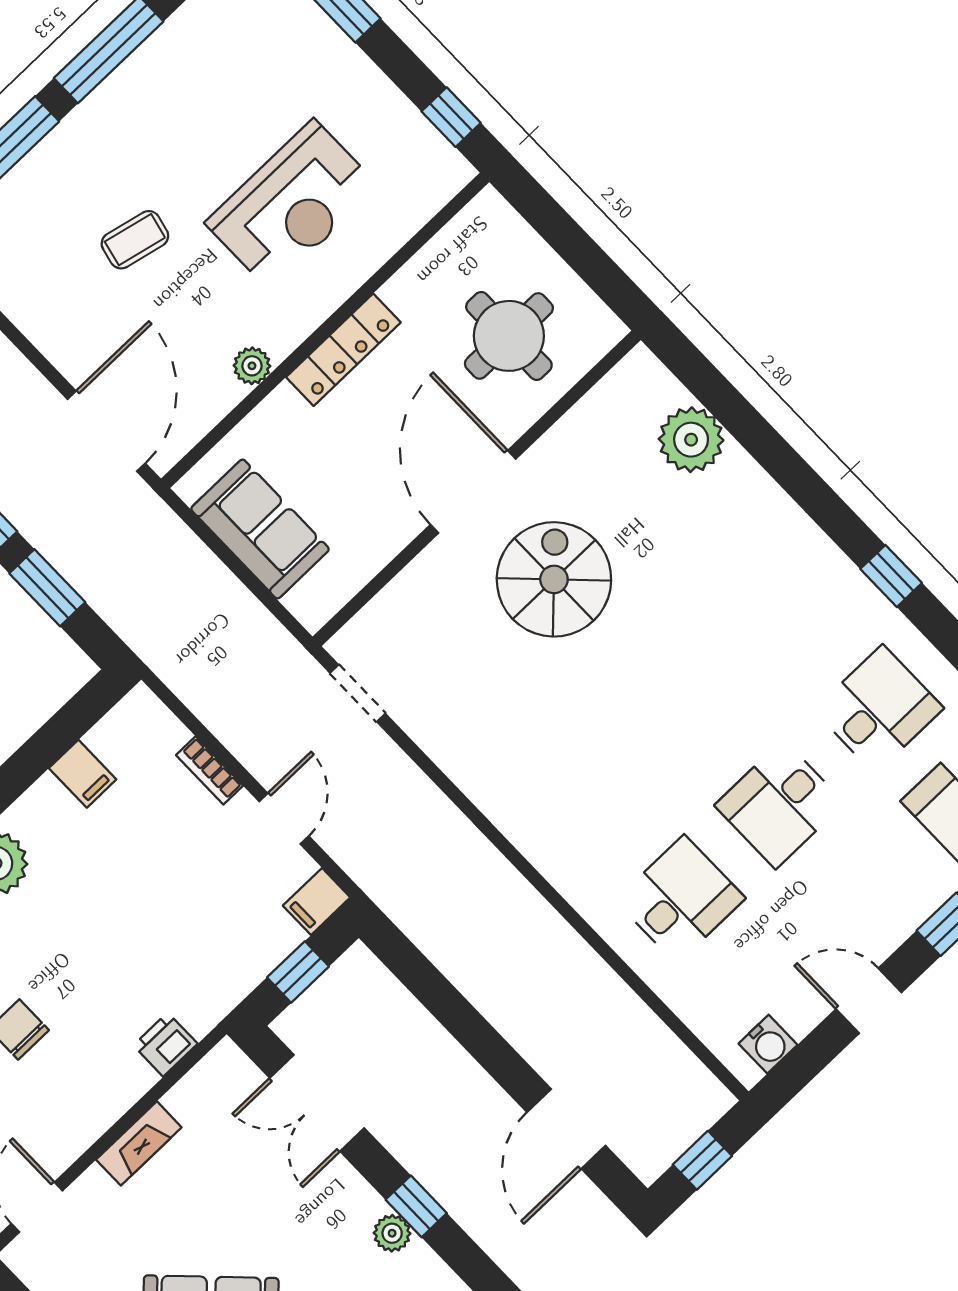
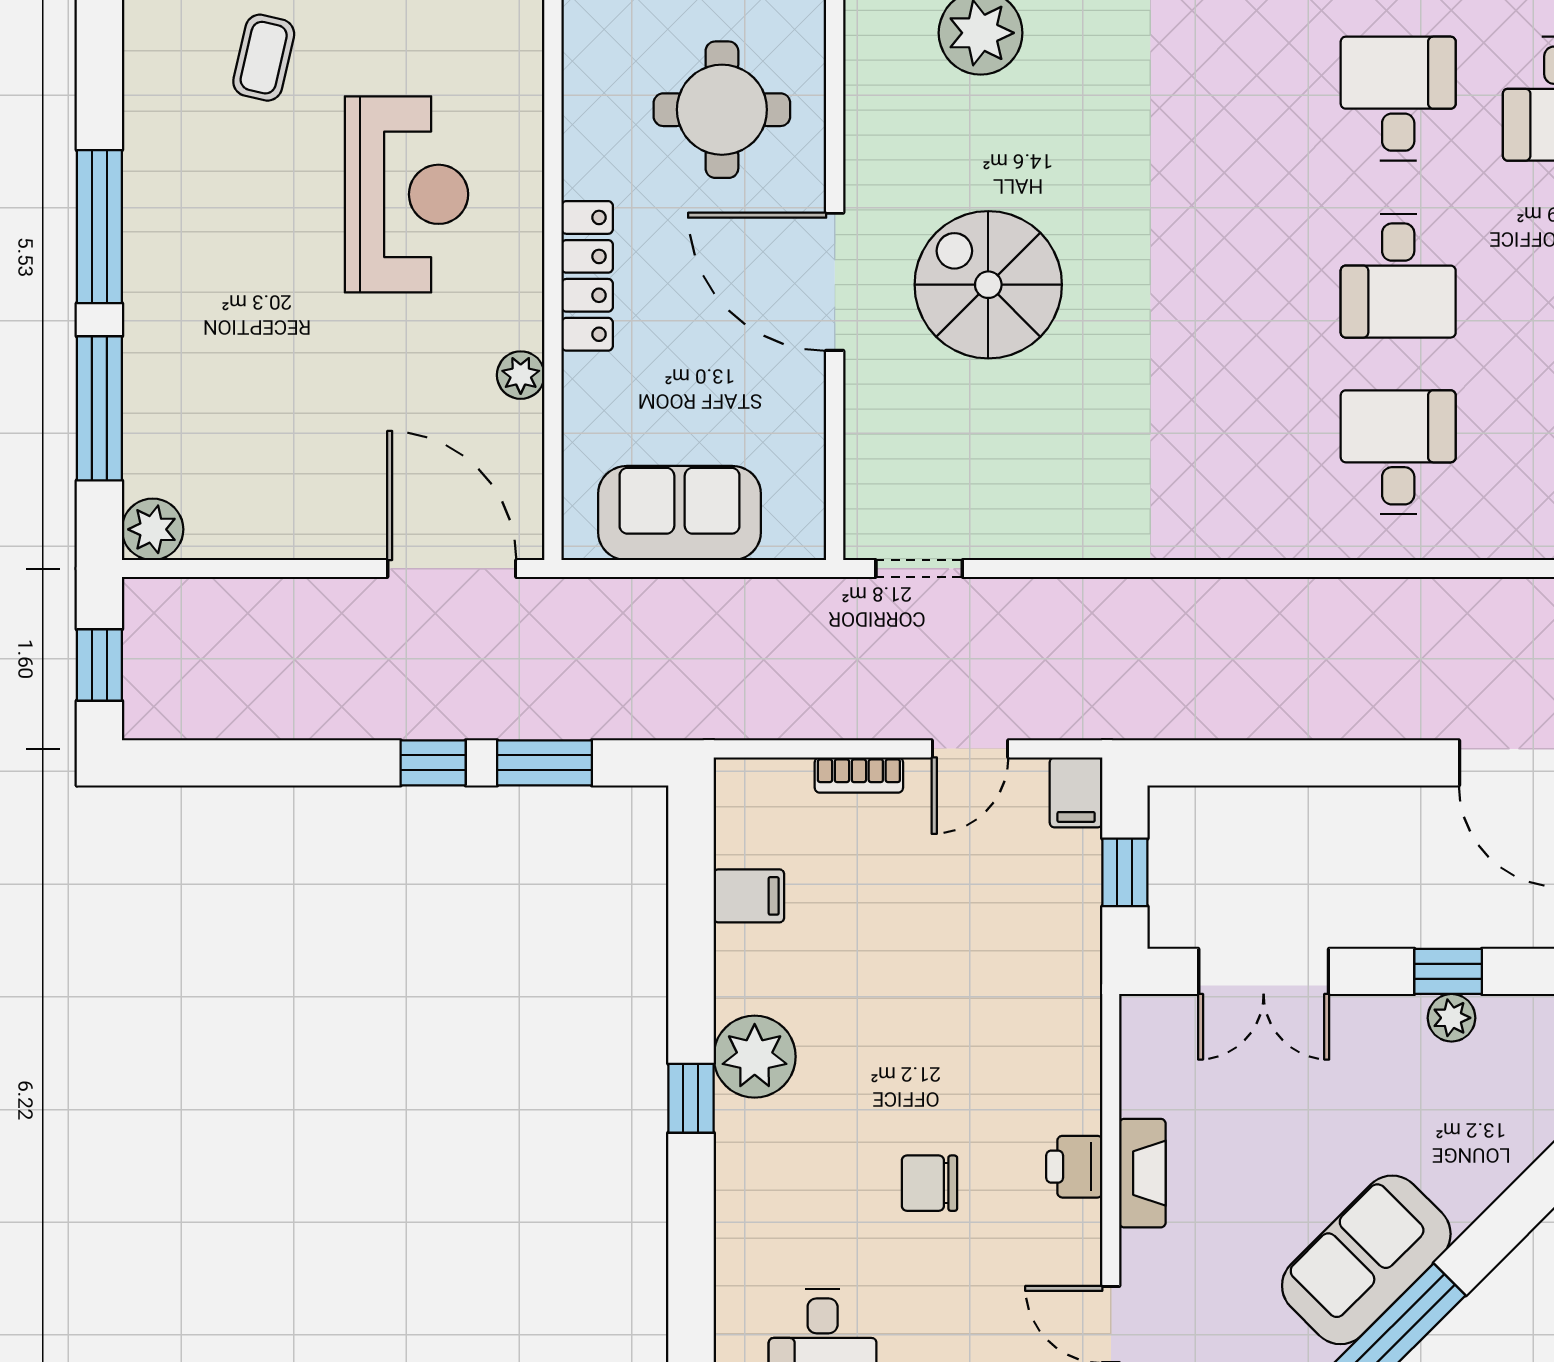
coffee table: (135, 240) -> (264, 58), moved
door: (284, 819) -> (970, 749), swing flipped
printer: (165, 1045) -> (1074, 1167), moved

